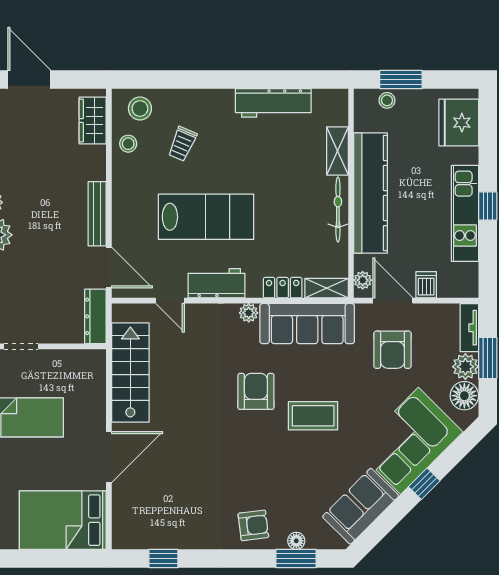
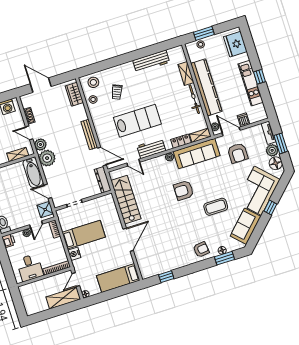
armchair: (256, 391) -> (184, 190), turned -90
coffee table: (313, 416) -> (216, 207), moved
bed: (63, 520) -> (118, 278), width x0.67

